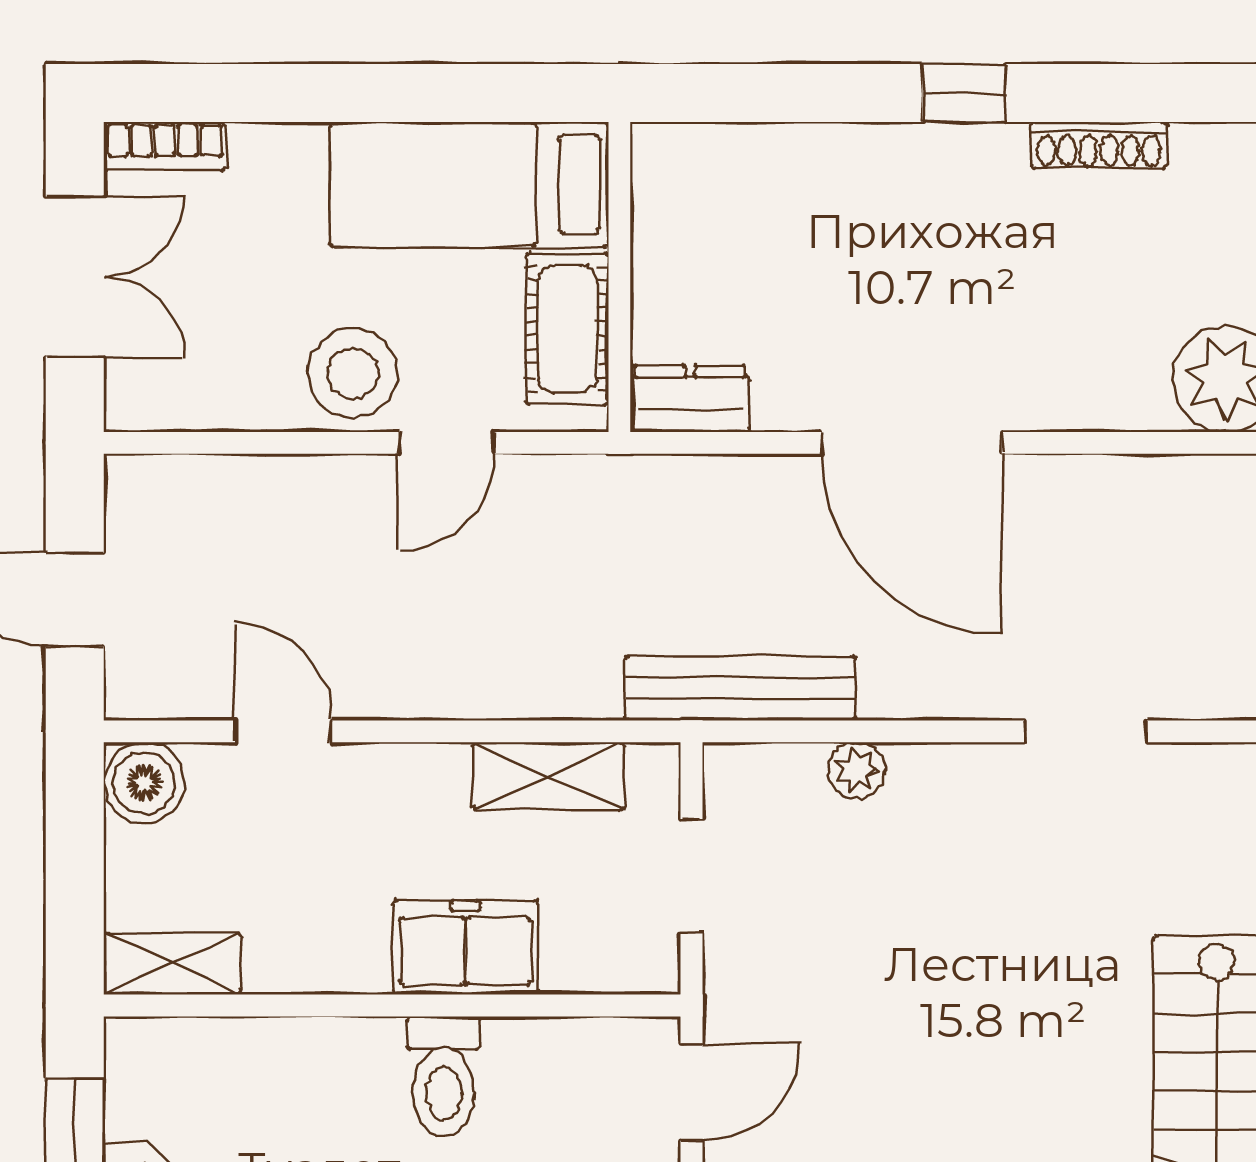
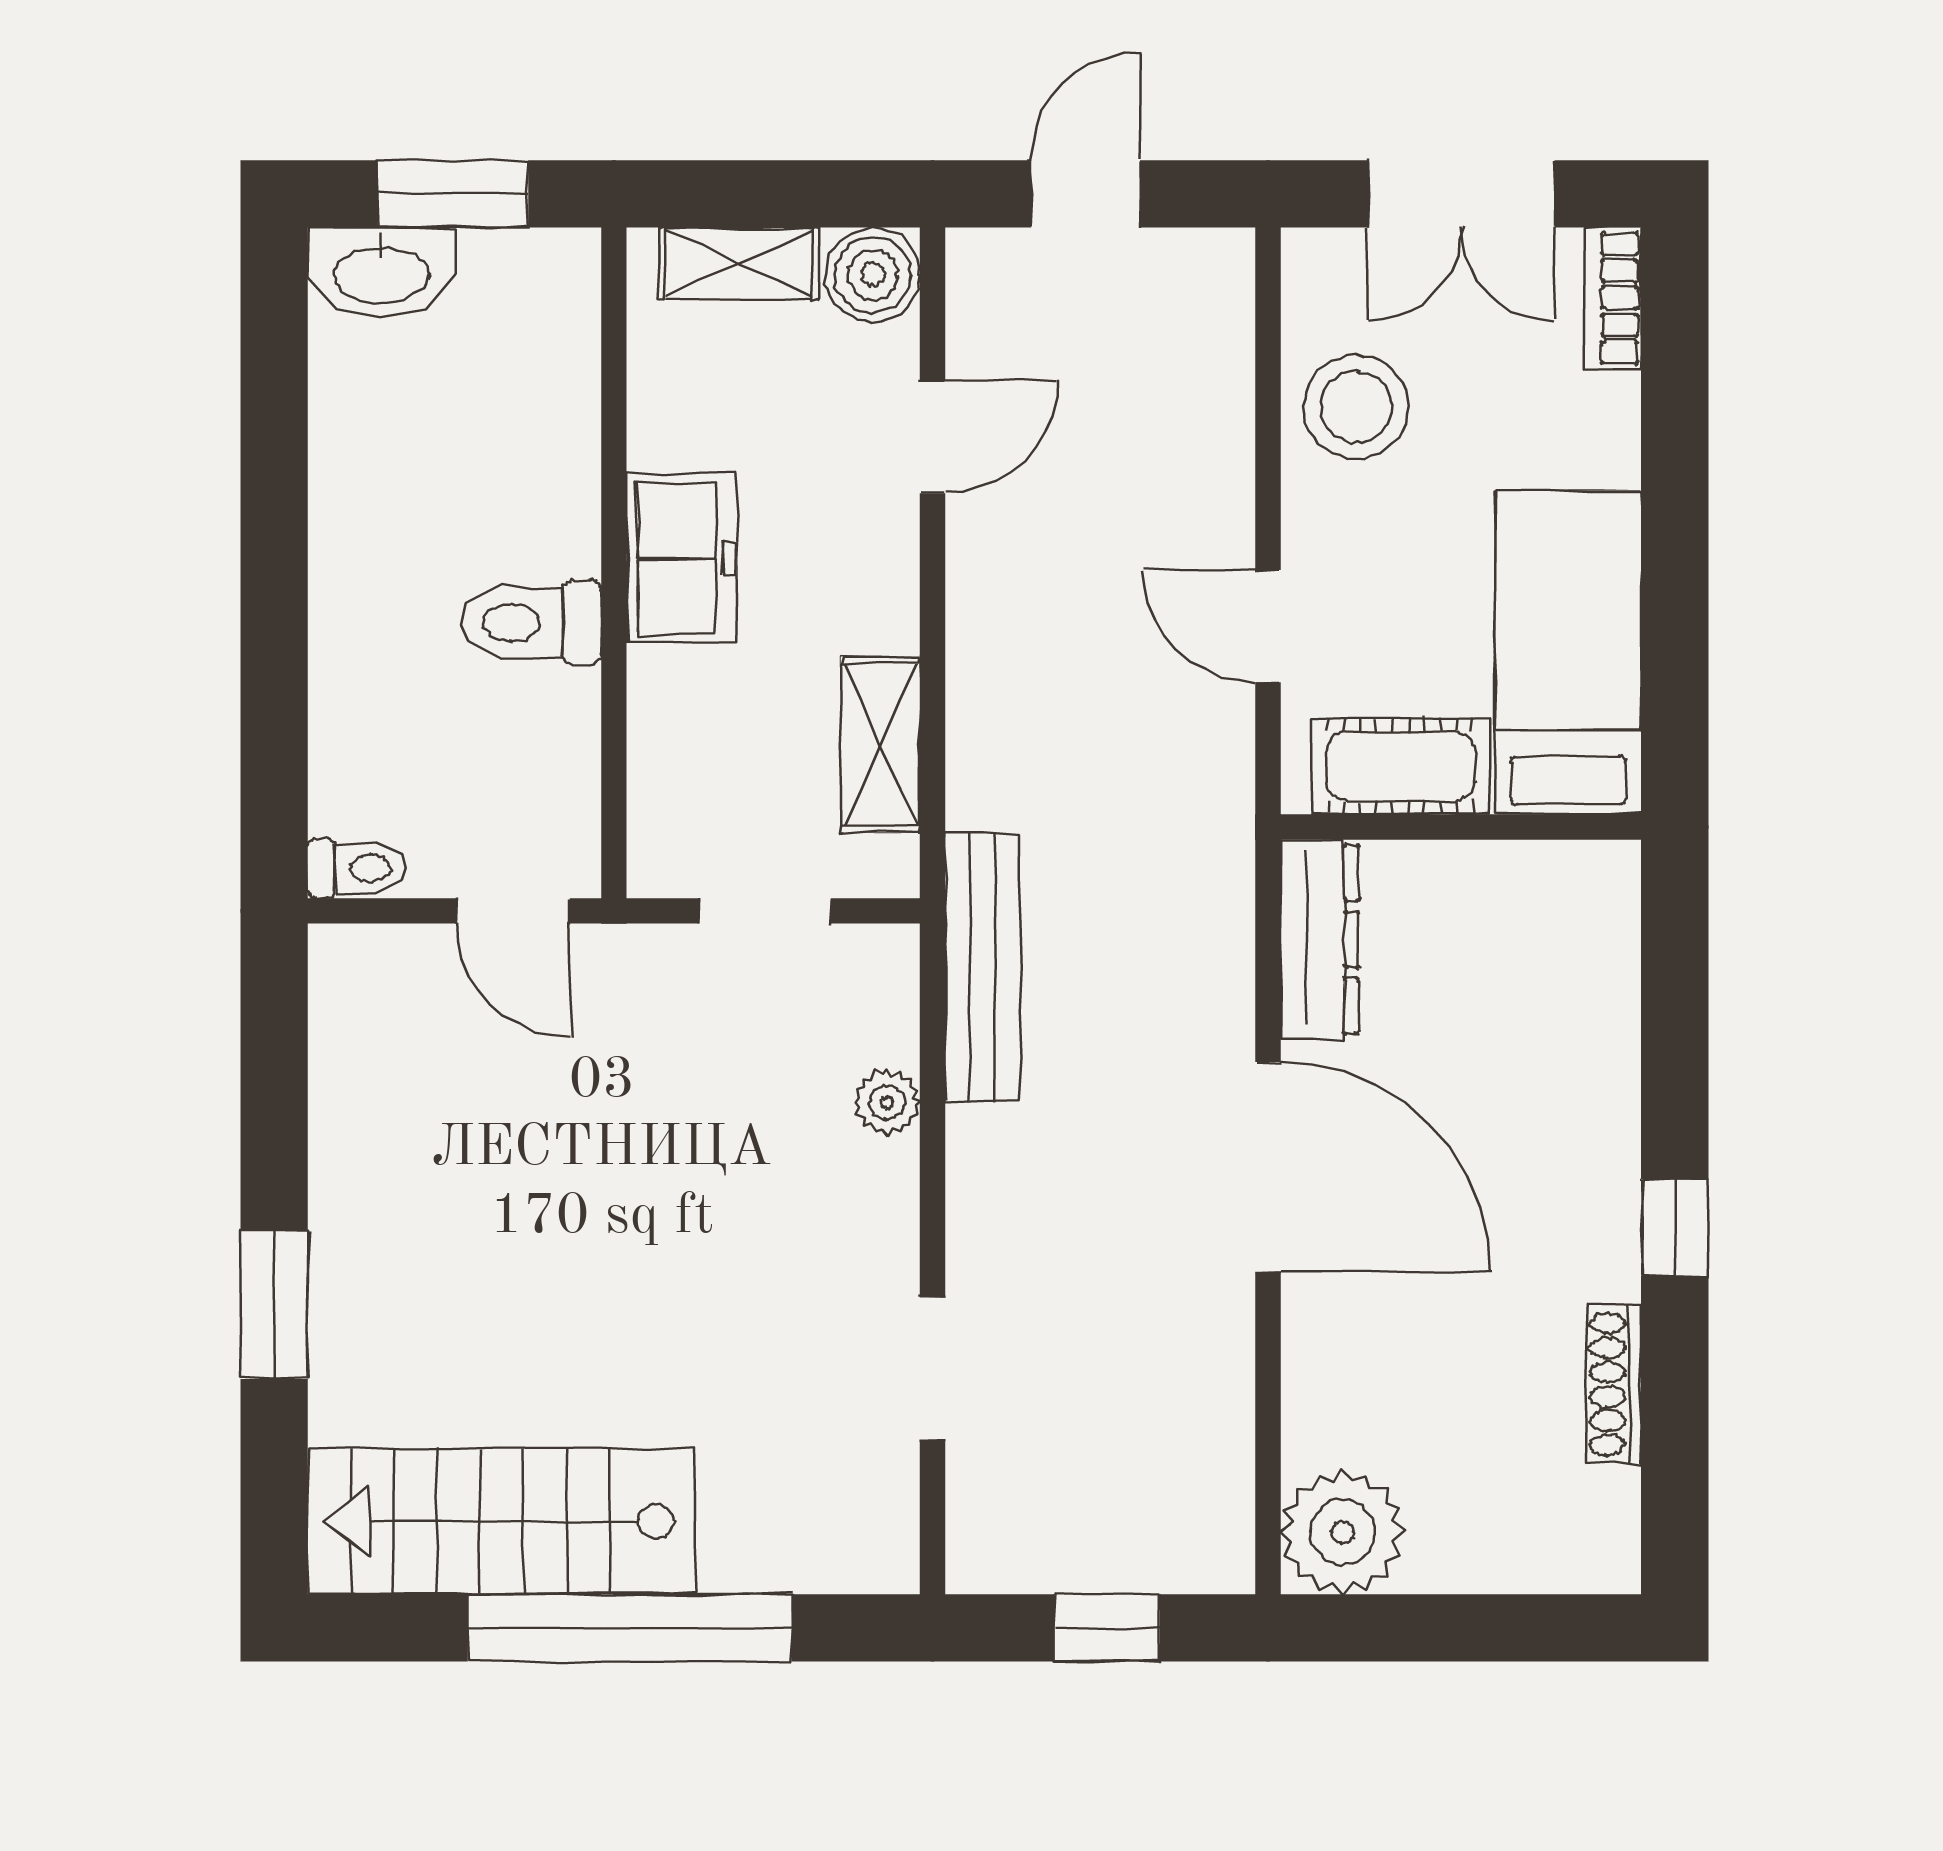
stool: (353, 373) -> (1356, 407), moved
dresser: (690, 398) -> (1320, 939), width x1.44
door: (912, 443) -> (1268, 1167), swing flipped
freezer: (465, 947) -> (681, 558), moved
shelving: (172, 964) -> (739, 263), moved, turned 90

